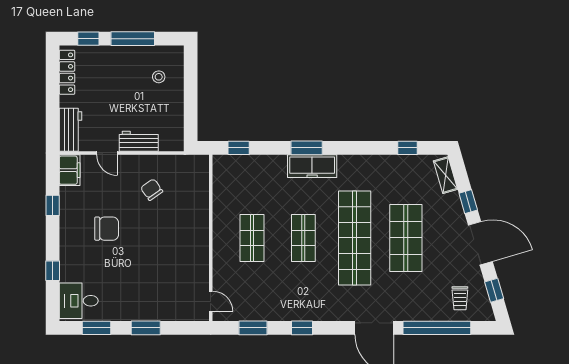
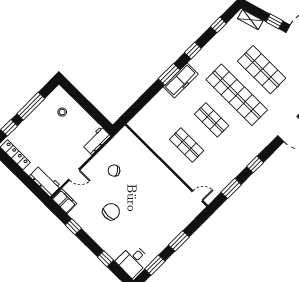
workbench: (139, 141) -> (96, 141), moved
window: (239, 148) -> (193, 51), moved

